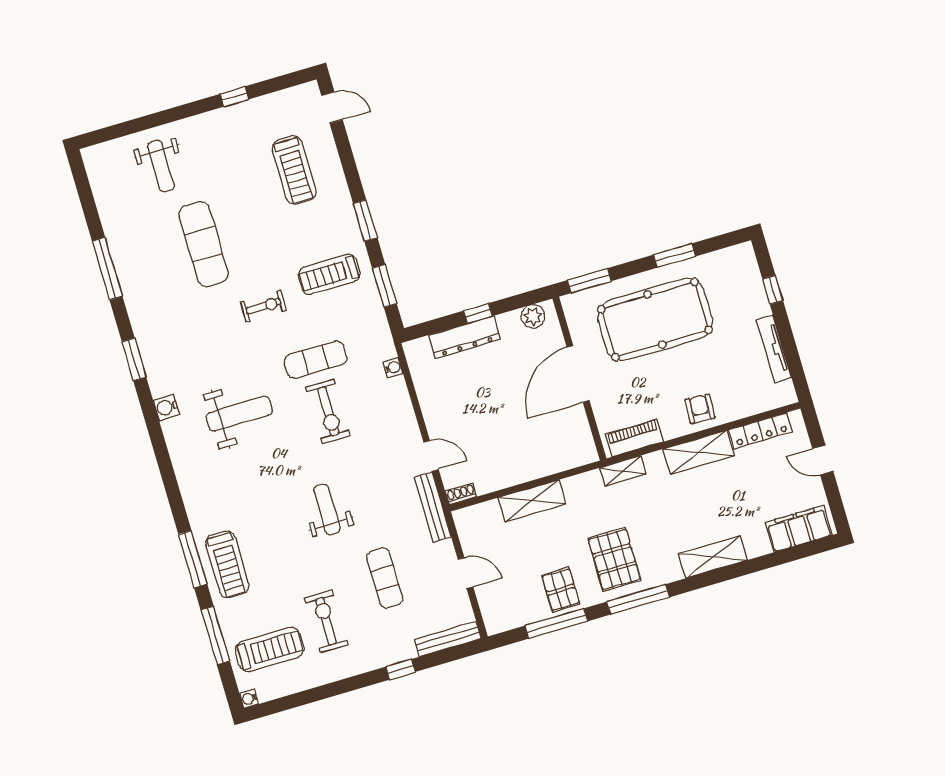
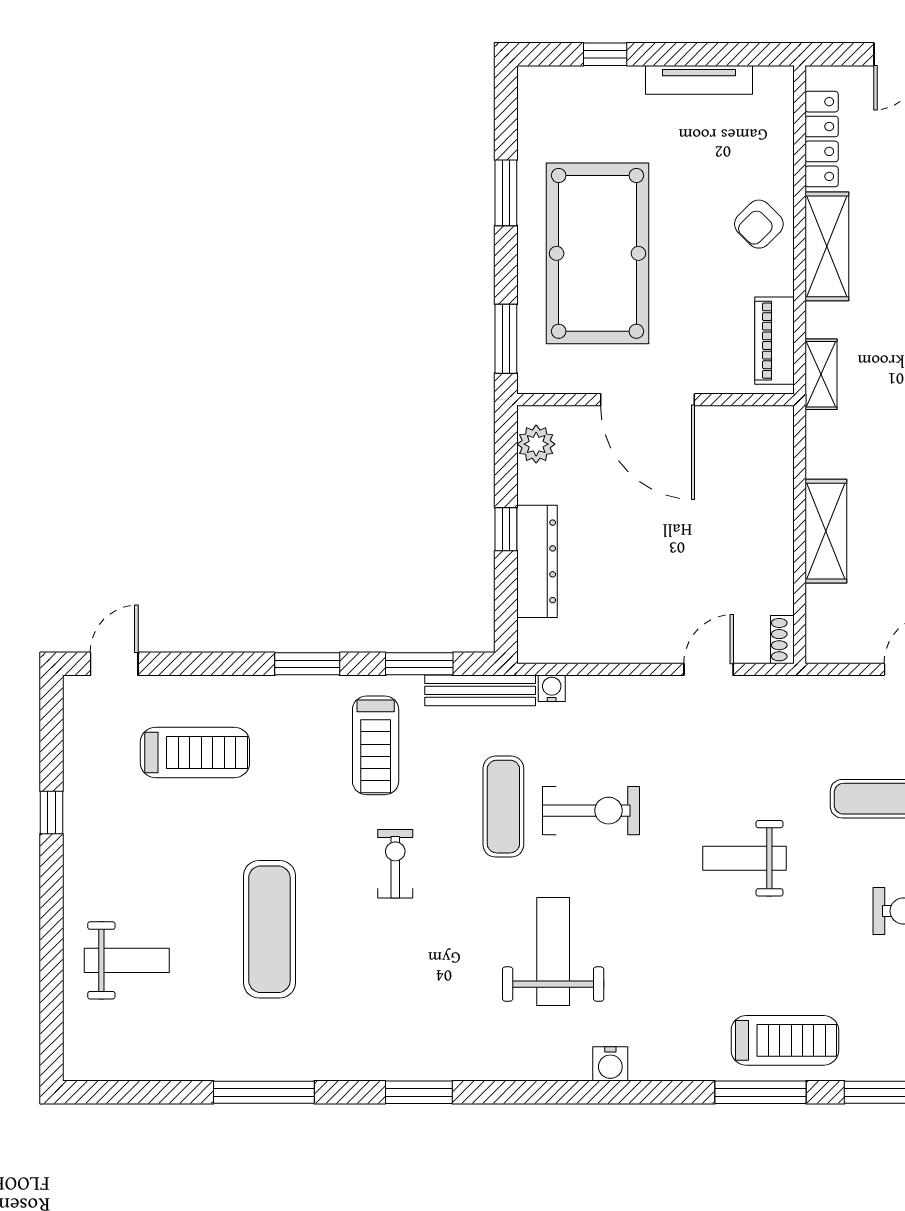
exercise mat: (204, 244) -> (269, 929), turned 90
water cooler: (166, 407) -> (610, 1064), moved
armchair: (700, 409) -> (759, 224), turned -48
bench: (433, 507) -> (480, 690), moved

